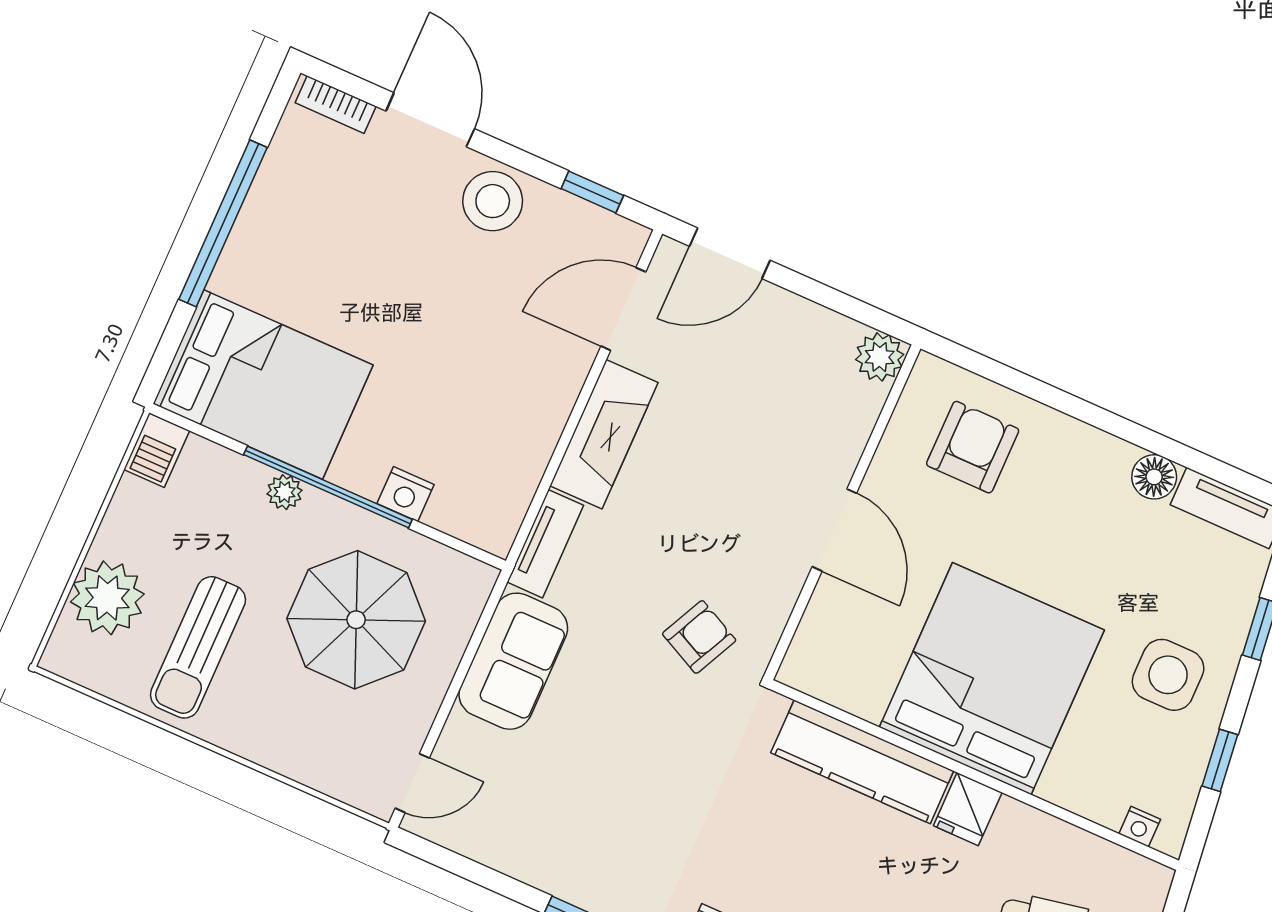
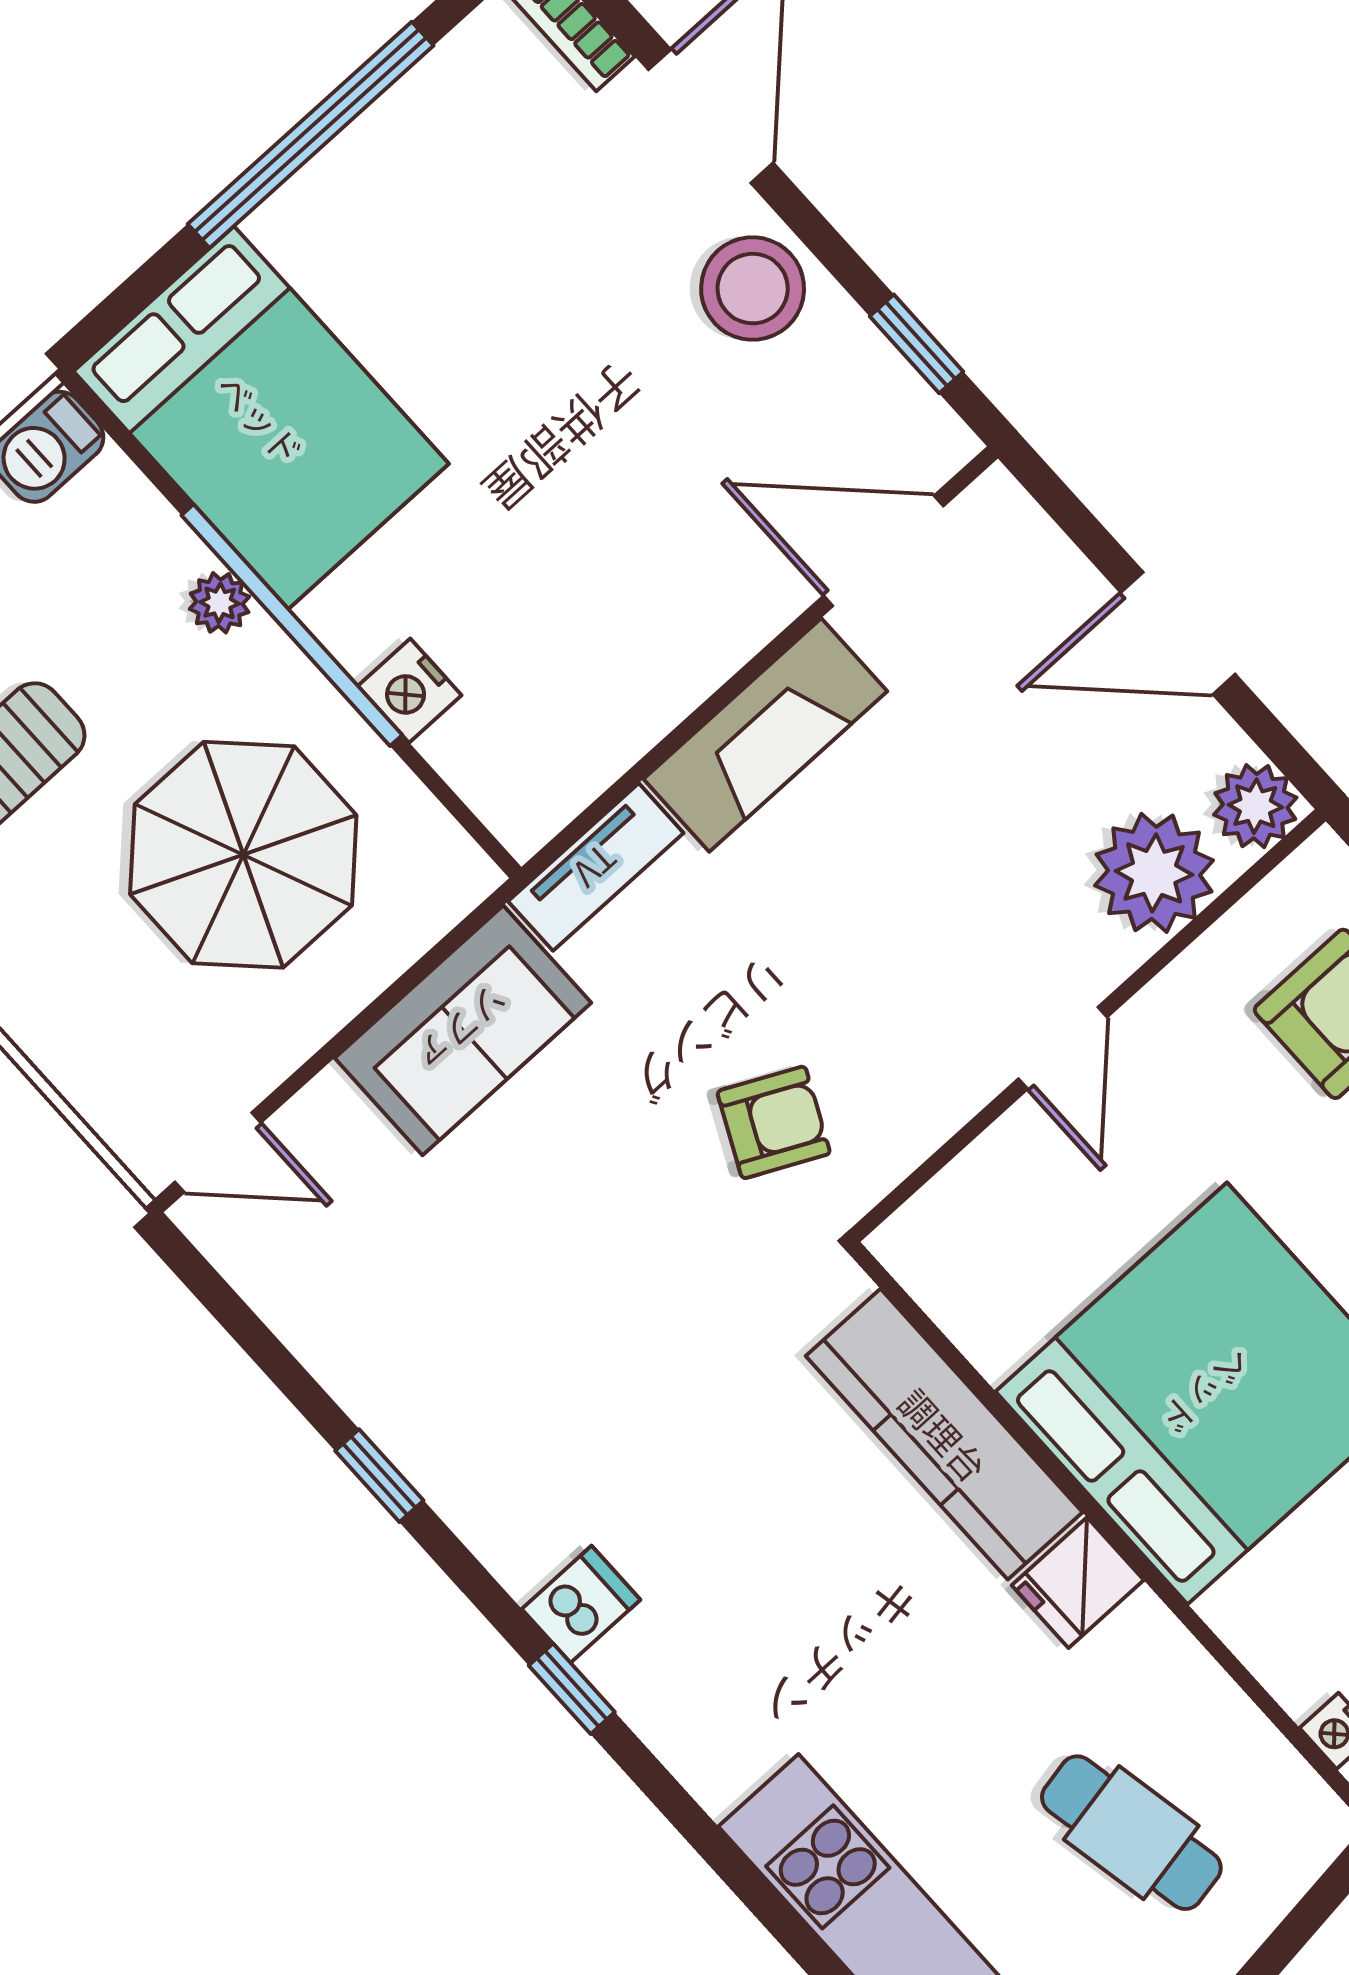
door: (730, 253) -> (1178, 633), moved
plant: (842, 416) -> (1154, 873), added
door: (834, 530) -> (1063, 1048), width x0.73

